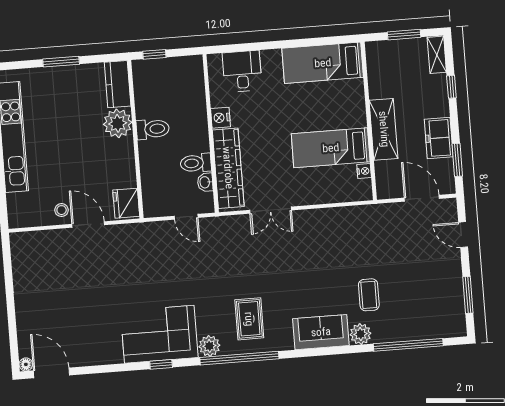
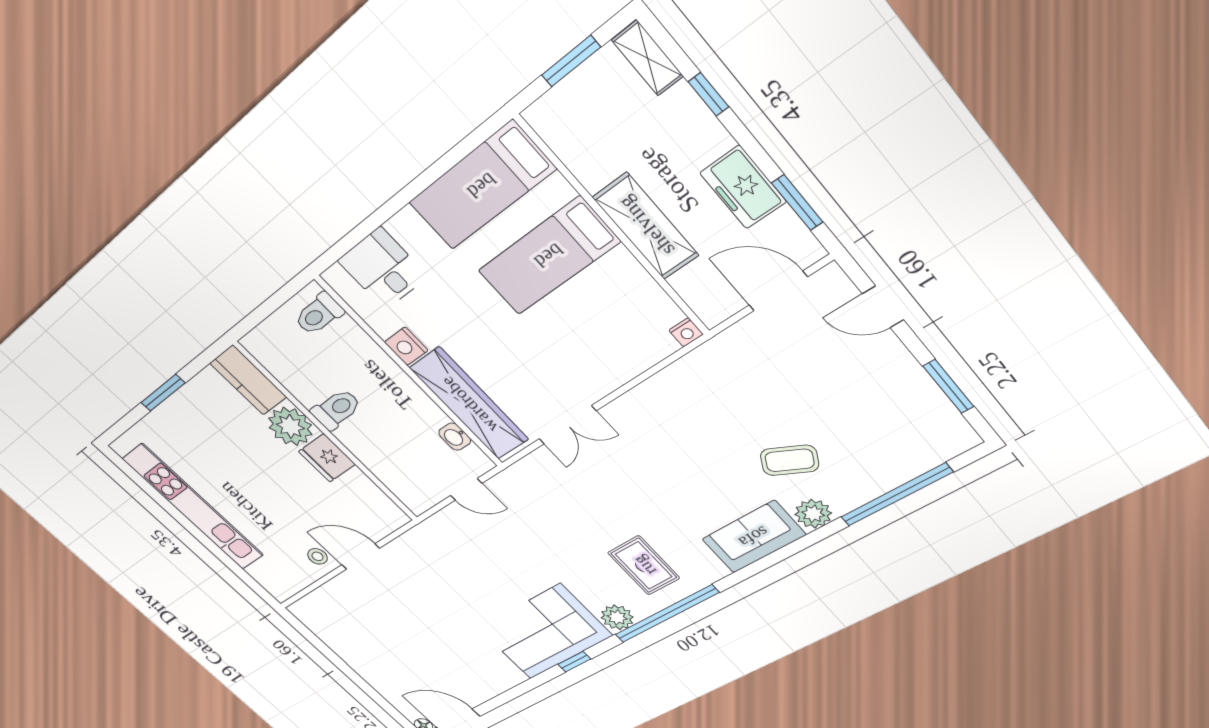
window: (154, 54) -> (257, 316), removed
bed: (331, 148) -> (549, 256), moved
toilet: (196, 163) -> (319, 314), moved
nightstand: (364, 171) -> (686, 332), moved, turned 90
fridge: (126, 203) -> (327, 458), moved
coffee table: (369, 295) -> (790, 460), turned -63

